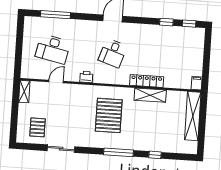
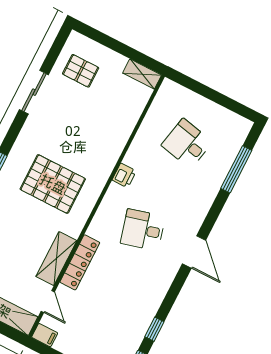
desk: (53, 49) -> (187, 144), width x0.73
desk: (113, 53) -> (143, 230), turned -33
door: (56, 82) -> (48, 302), moved

